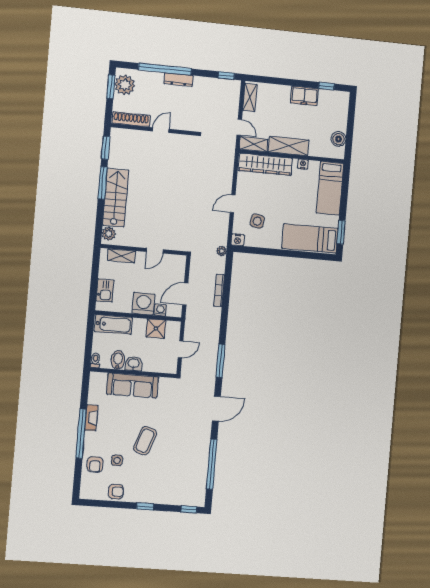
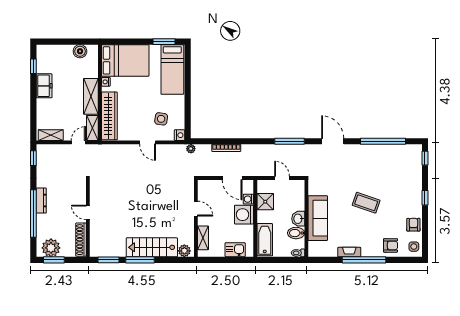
bed: (330, 188) -> (125, 60), width x1.50
side table: (117, 460) -> (414, 247), moved

